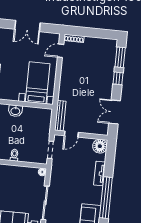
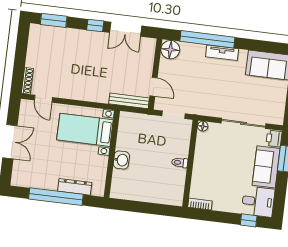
window: (118, 78) -> (95, 25), moved
tv unit: (99, 173) -> (222, 53), moved
window: (106, 198) -> (207, 39), moved

